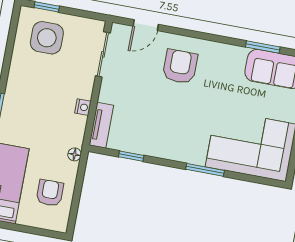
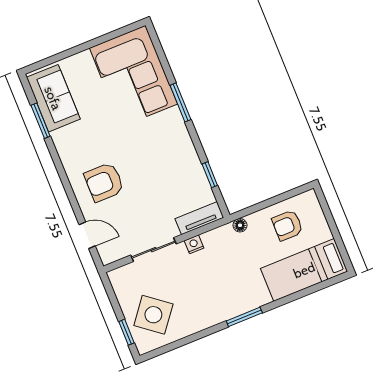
side table: (47, 38) -> (153, 315), turned 38
sliding door: (103, 54) -> (154, 250), moved

